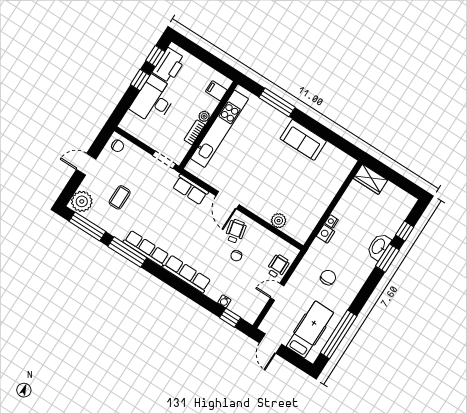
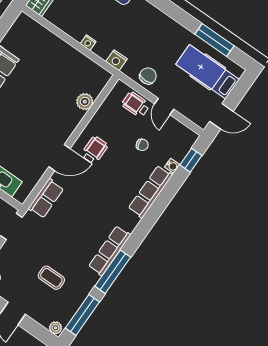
plant: (82, 201) -> (55, 328), width x0.53, depth x0.53
wheelchair: (236, 231) -> (95, 150), turned 102
nightstand: (326, 234) -> (116, 60), moved
chair: (236, 256) -> (142, 145), moved
row of seats: (187, 274) -> (150, 192), moved
chair: (328, 278) -> (148, 76), moved, turned 90
window: (339, 334) -> (214, 40), width x0.68

